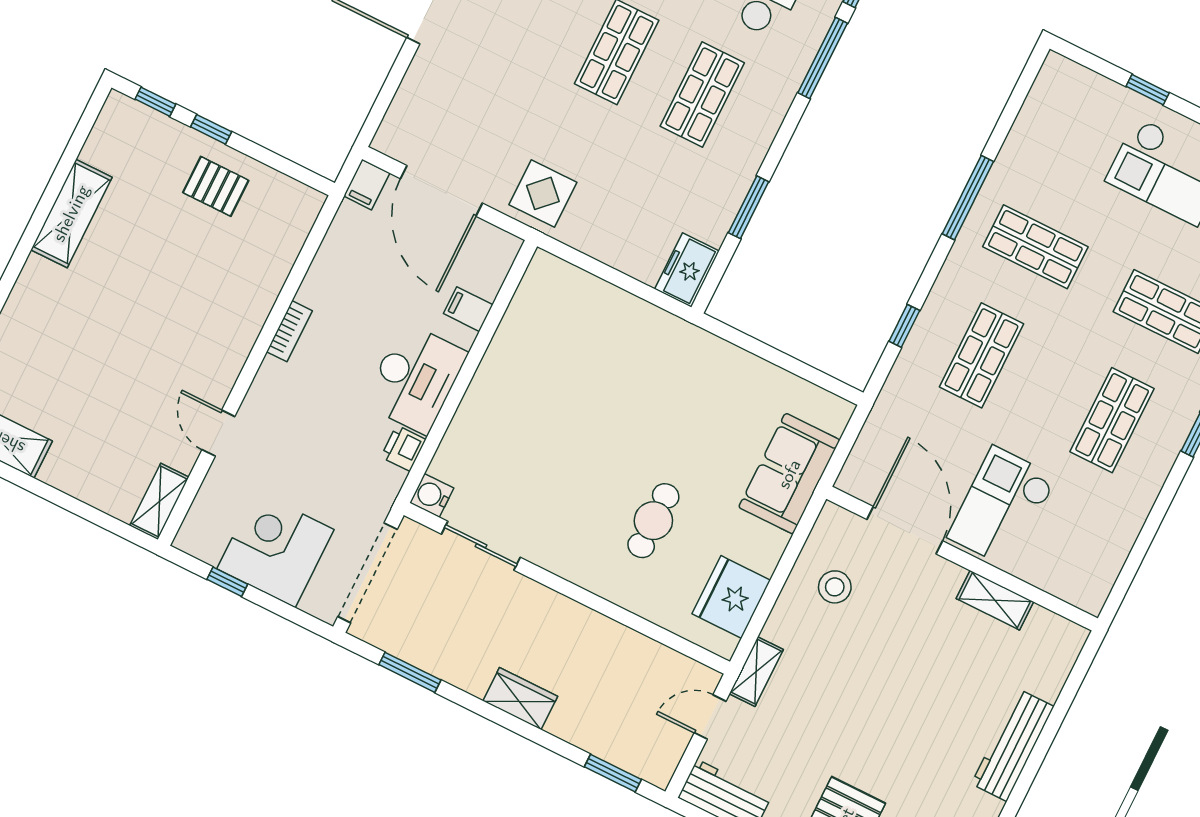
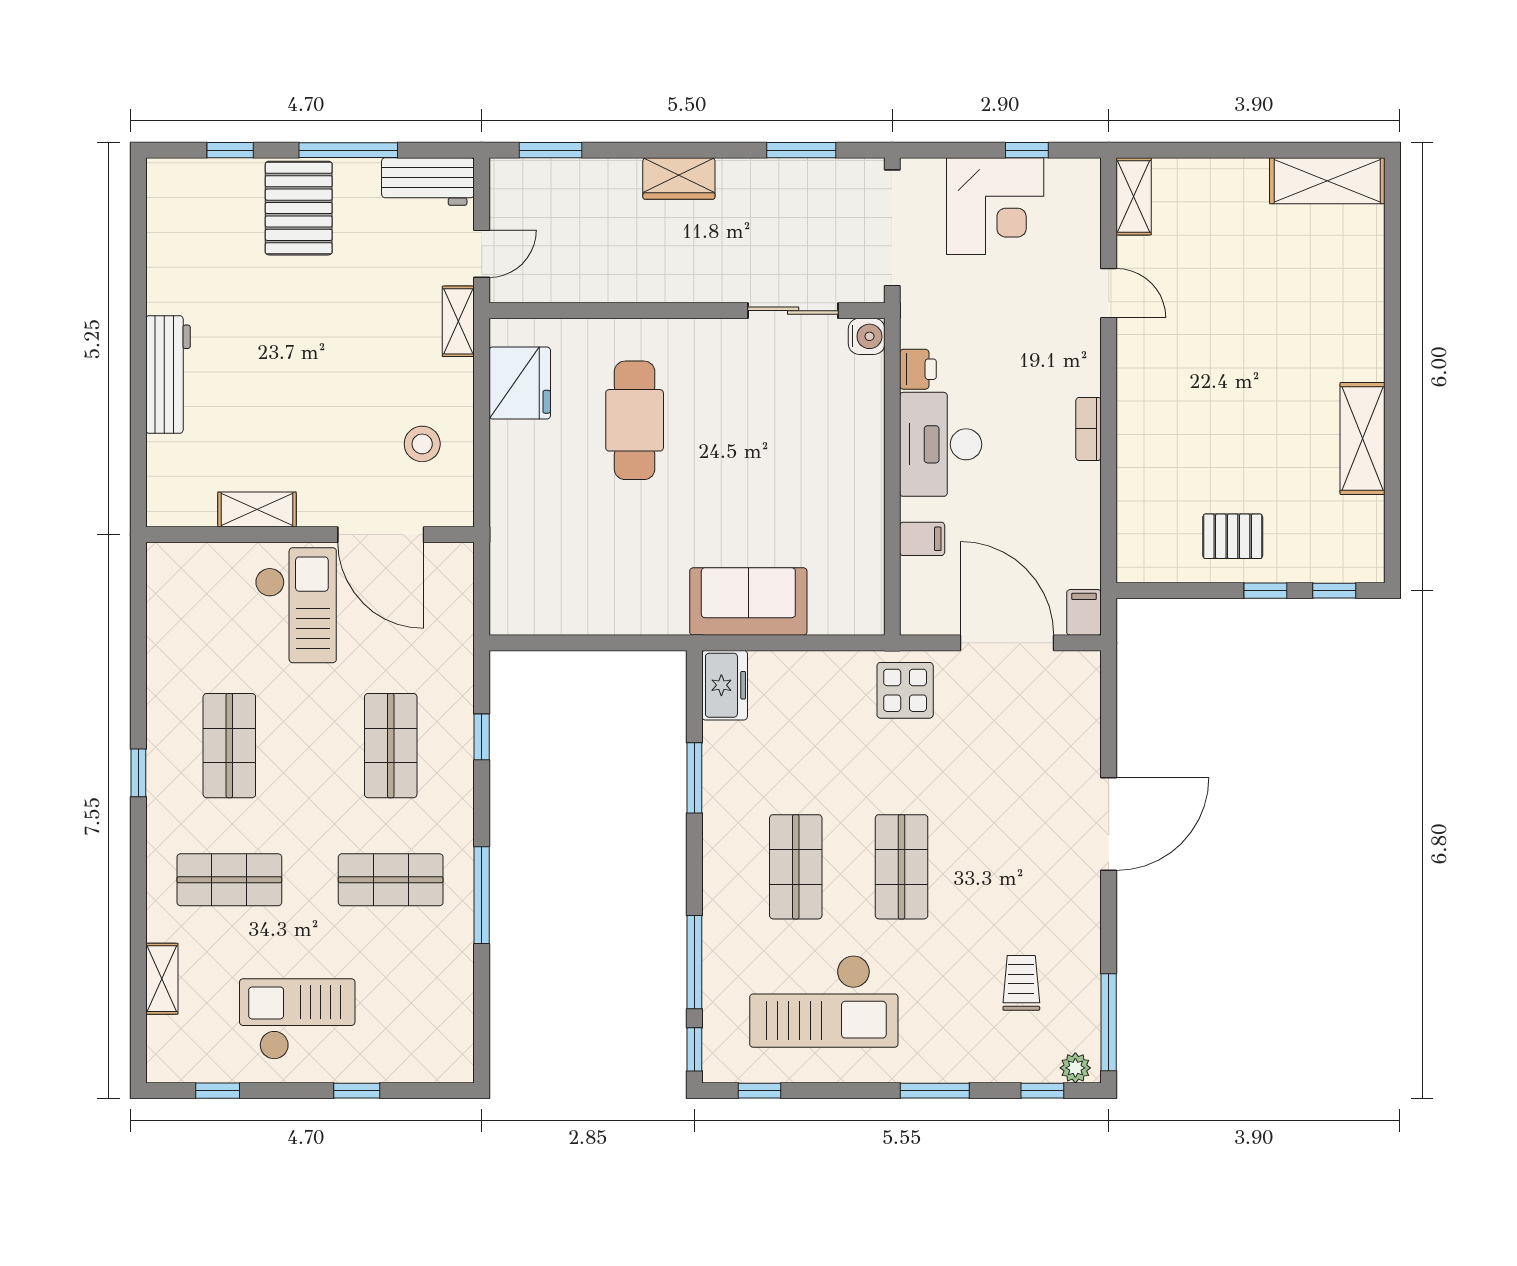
sofa: (789, 474) -> (748, 602), moved, turned -90
cafe table: (653, 521) -> (635, 420), width x1.37, depth x1.35

